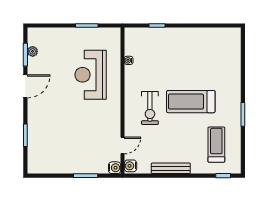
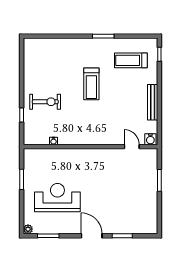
plant: (33, 51) -> (28, 229), moved
reception desk: (91, 75) -> (57, 198), moved, turned 180
door: (25, 86) -> (92, 236), moved
treadmill: (191, 102) -> (91, 84), width x0.73, depth x0.73
exercise bike: (150, 108) -> (45, 102), moved
water cooler: (115, 168) -> (152, 154), removed

